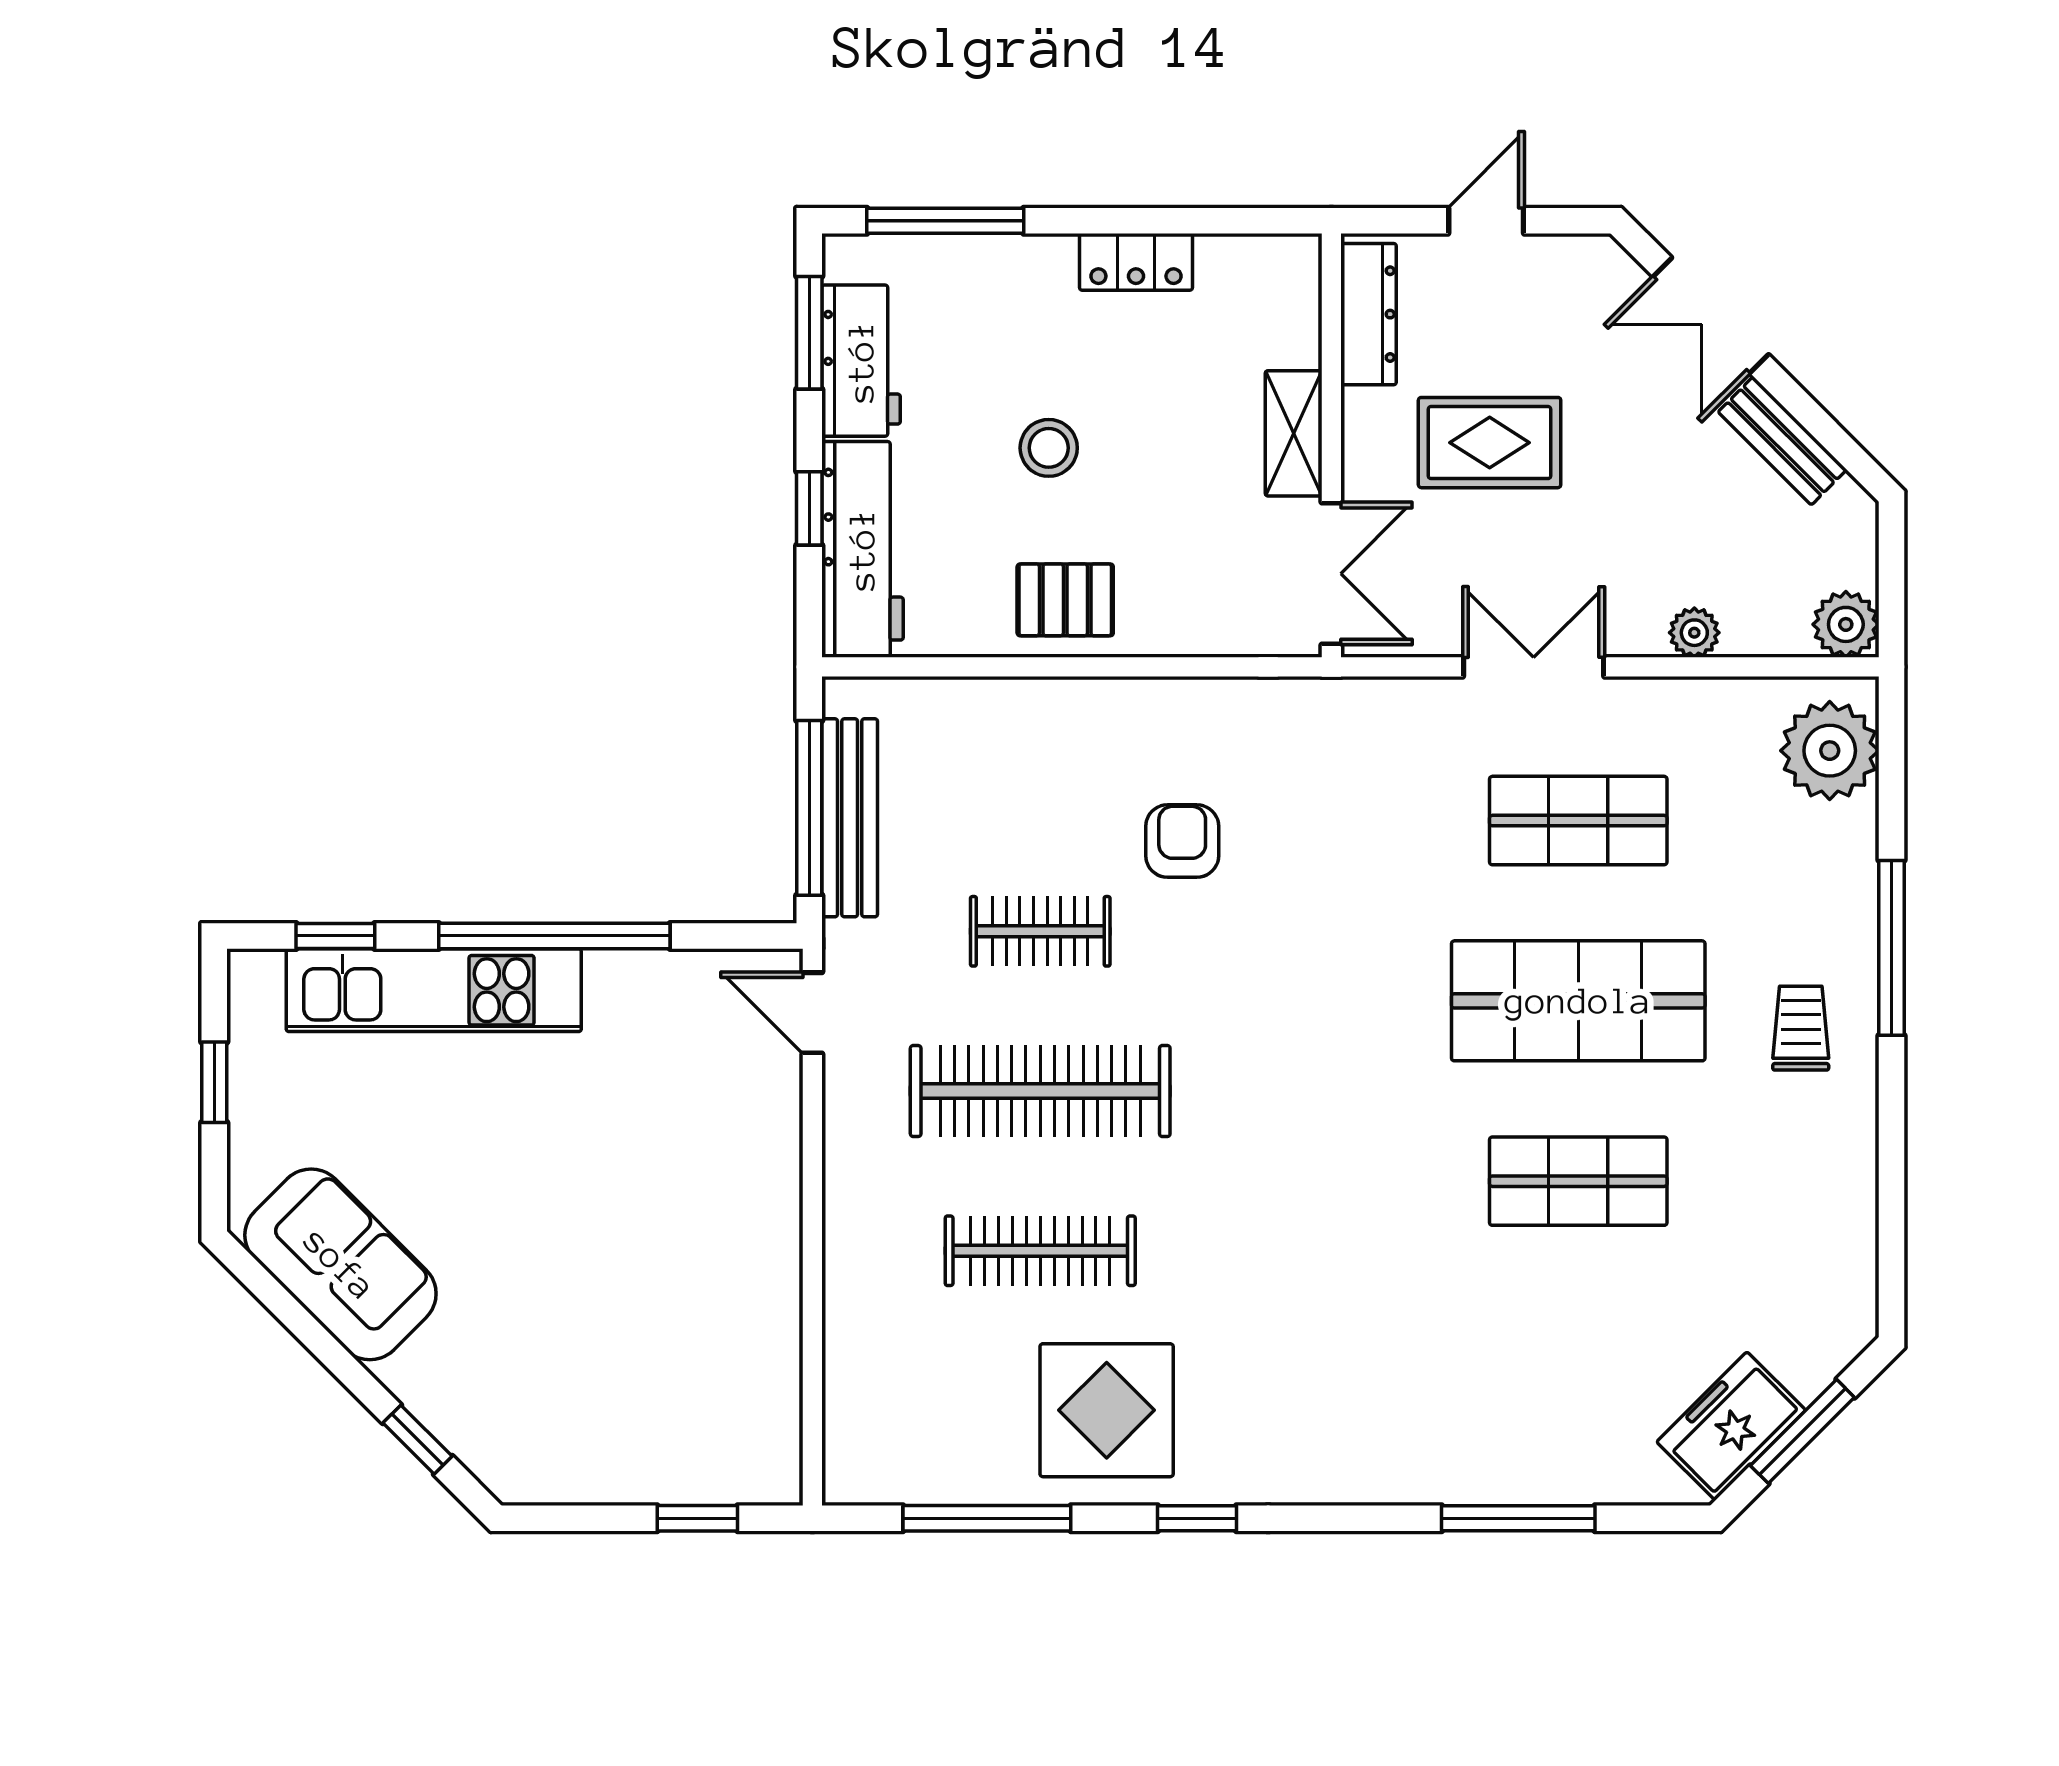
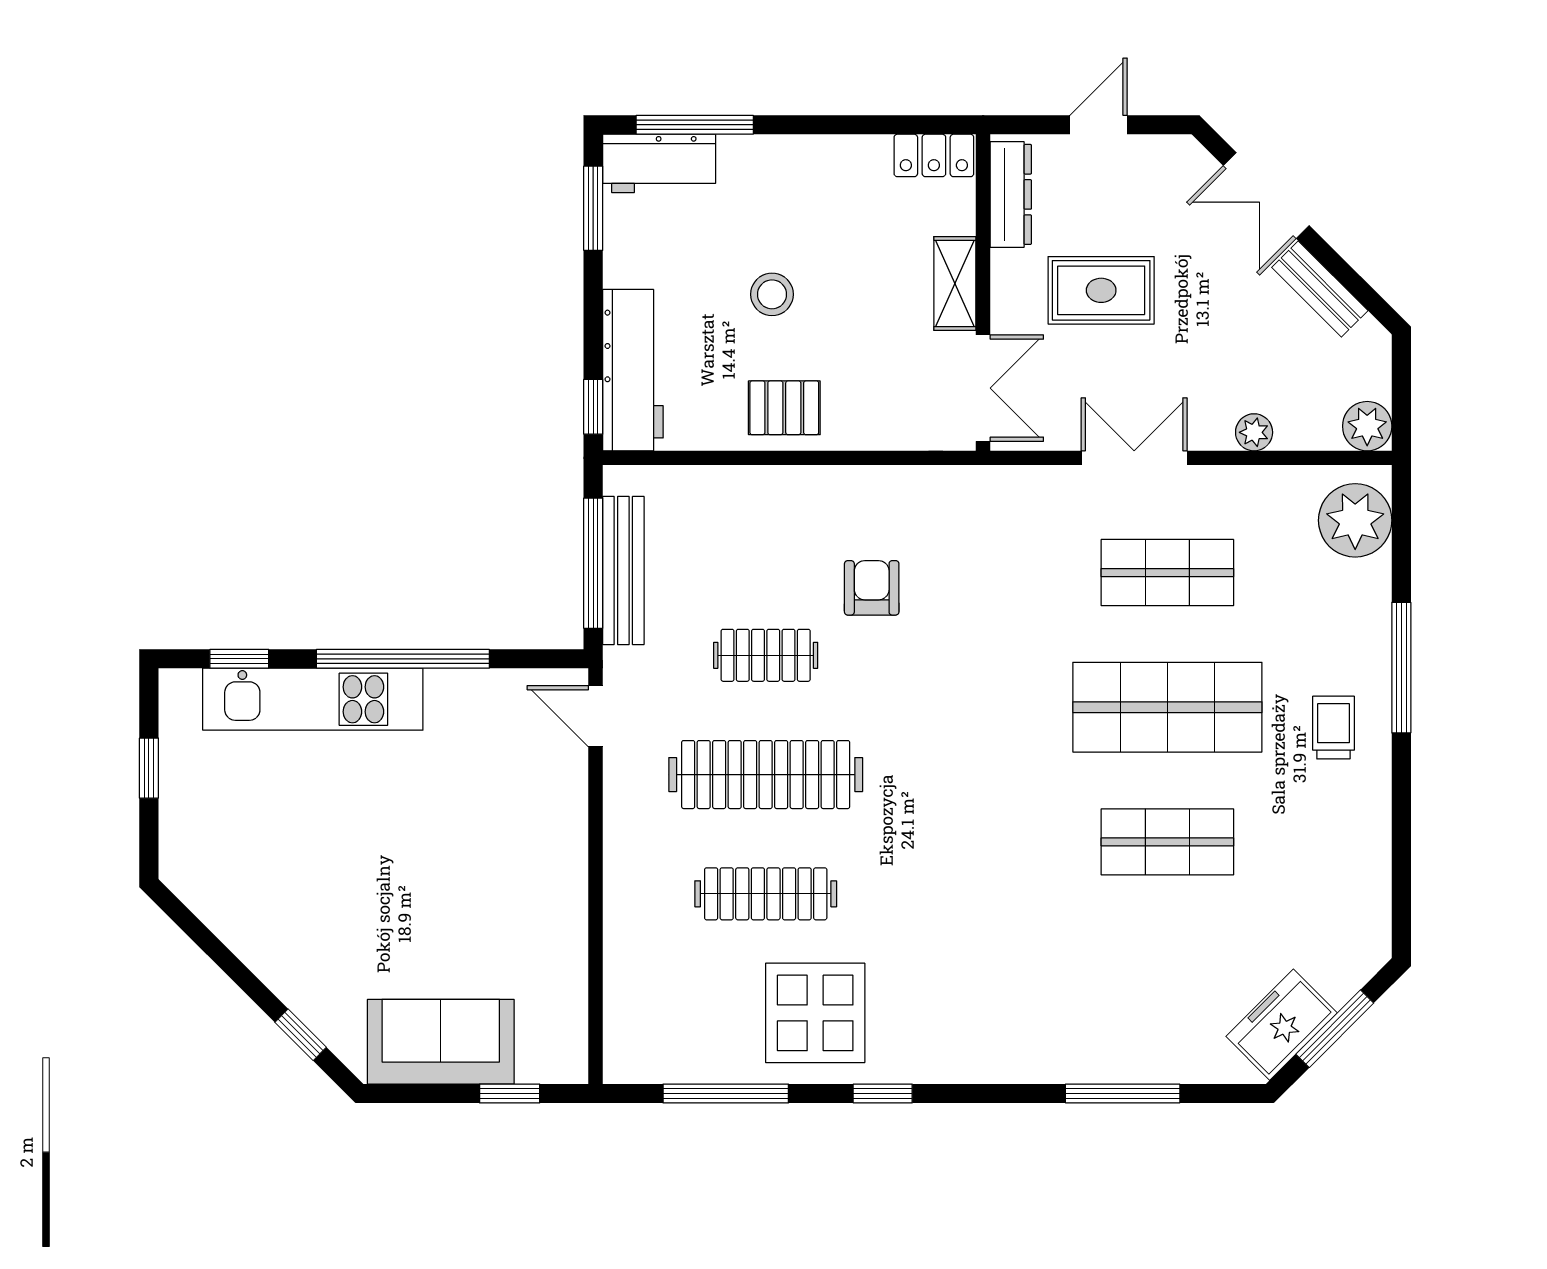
locker: (1136, 262) -> (934, 155), moved
workbench: (861, 361) -> (659, 163), moved, turned 90
window: (809, 508) -> (593, 407), moved
sofa: (340, 1264) -> (441, 1042), moved, turned -45

